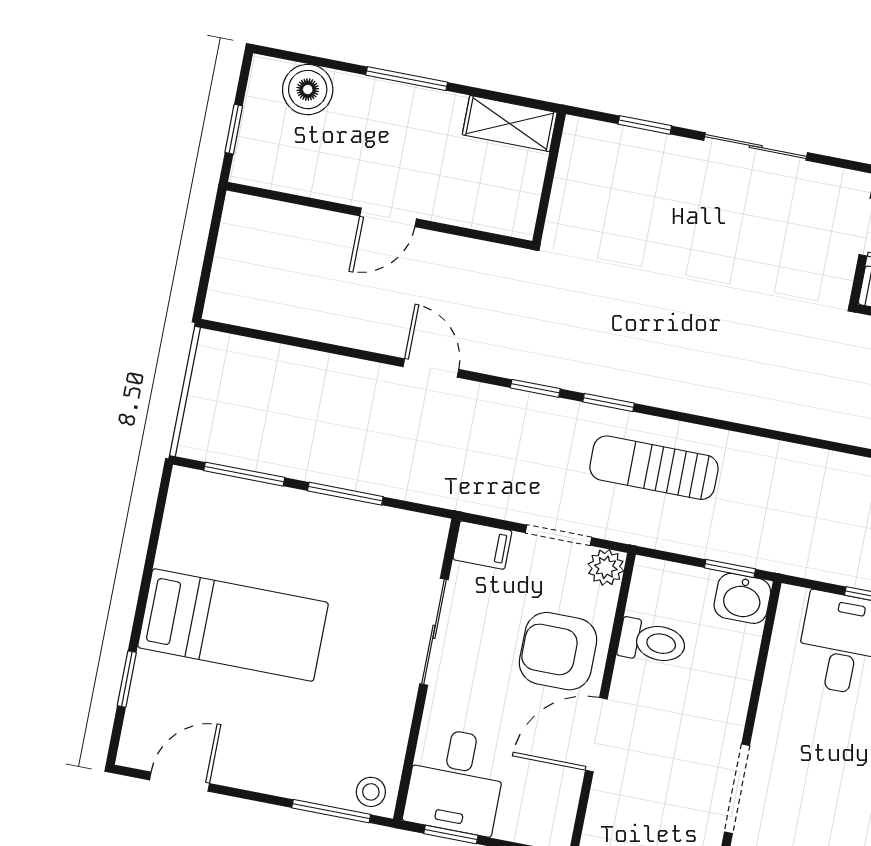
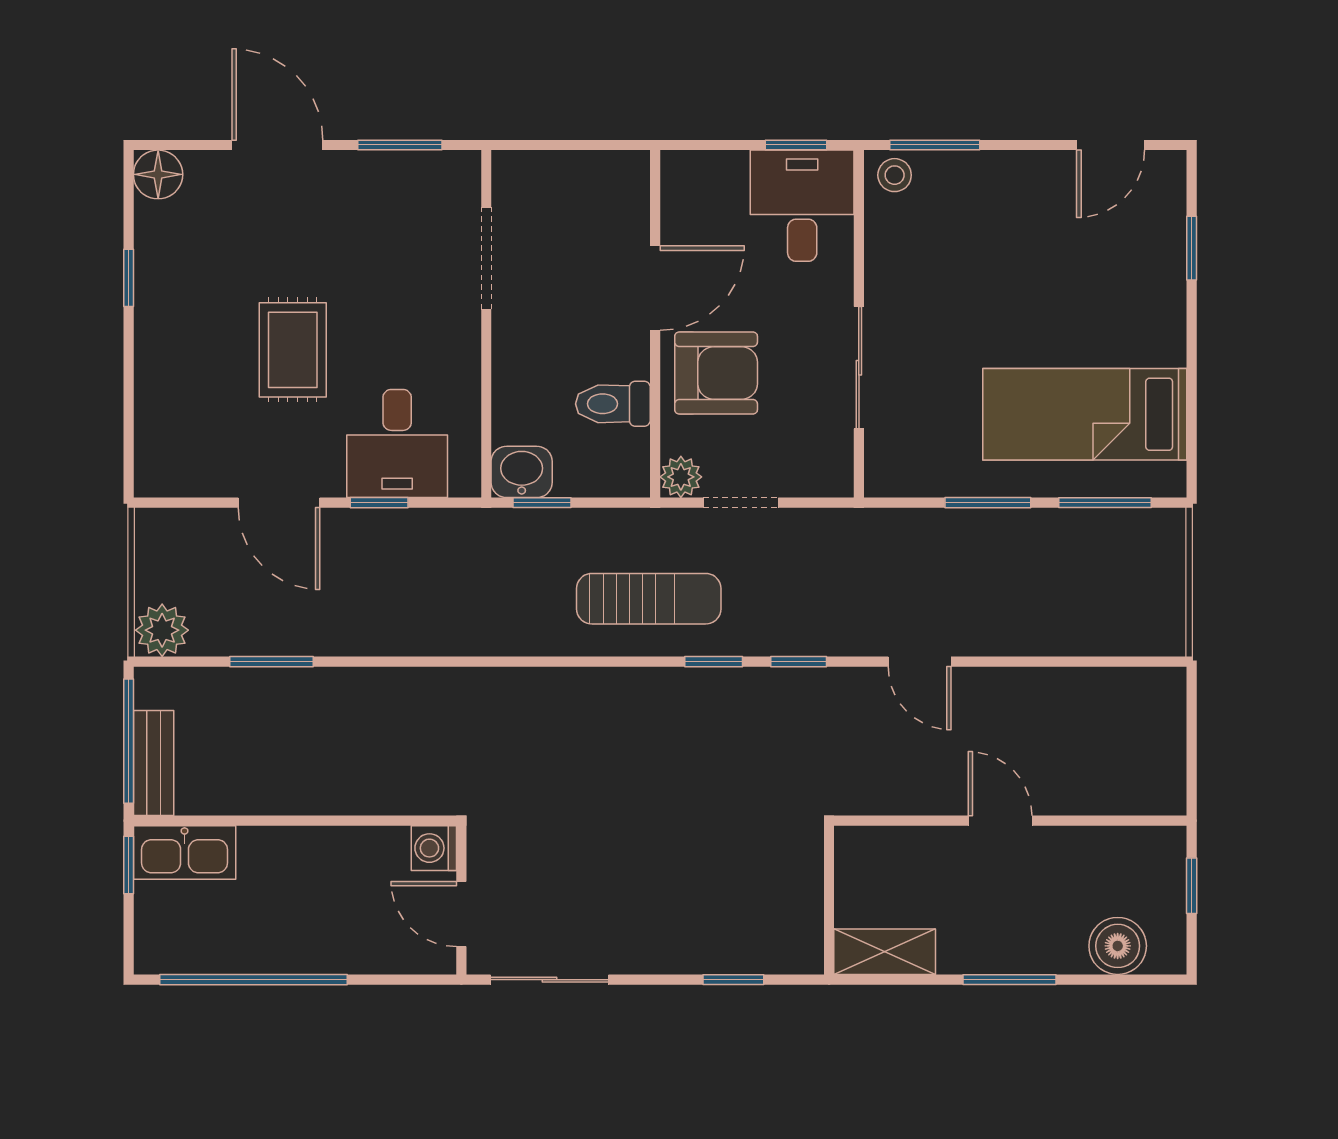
sliding door: (756, 147) -> (550, 980), moved
door: (388, 217) -> (1000, 821), hinge flipped
filing cabinet: (482, 545) -> (824, 475), removed
bed: (233, 625) -> (1085, 414), moved

